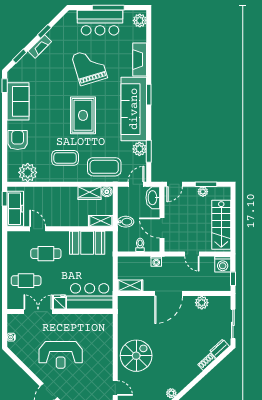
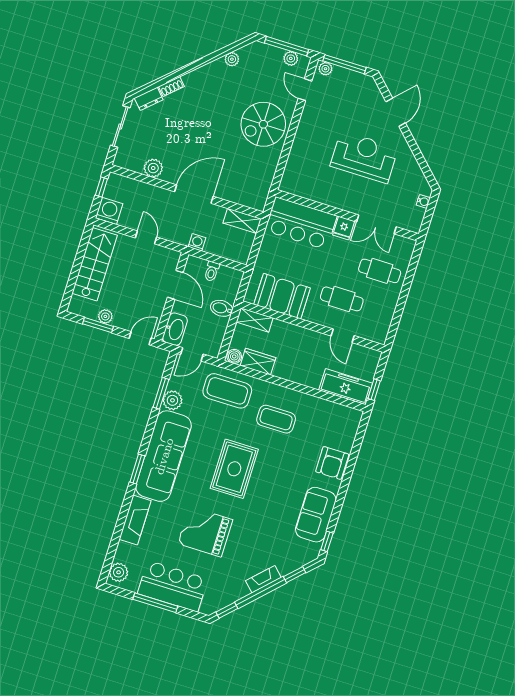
window: (44, 31) -> (227, 610), moved
grand piano: (89, 66) -> (205, 532), turned 107
plant: (28, 172) -> (332, 415), removed
freezer: (15, 209) -> (346, 387), moved, turned 90

